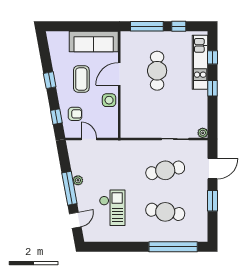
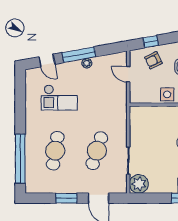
armchair: (75, 114) -> (153, 60), turned 64
plant: (203, 133) -> (139, 184), width x1.88, depth x1.88
door: (89, 139) -> (128, 74), swing flipped
cafe table: (165, 170) -> (97, 151), turned 30

